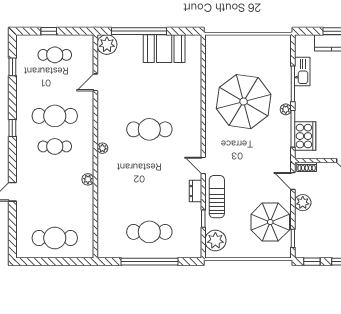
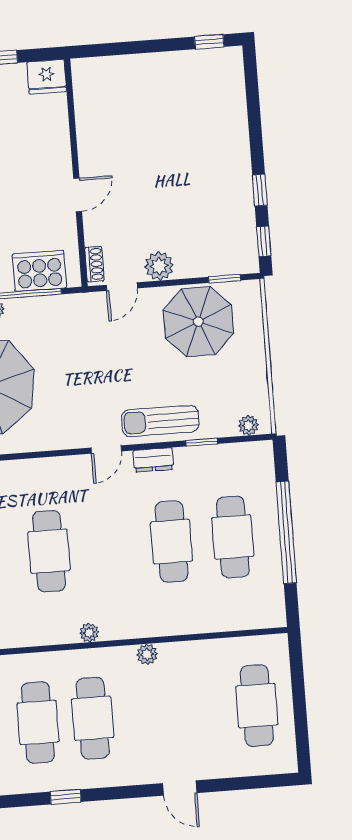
cafe table: (55, 146) -> (93, 718), width x1.37, depth x1.35
cafe table: (149, 198) -> (171, 542), added
plant: (215, 241) -> (249, 425), width x0.53, depth x0.53

